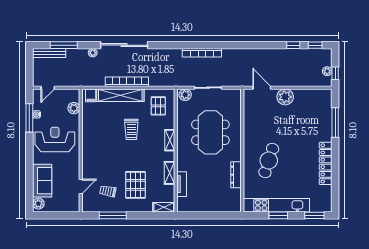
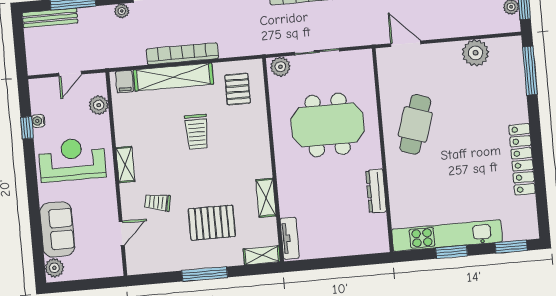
door: (48, 88) -> (70, 74), moved
plant: (285, 97) -> (476, 53), moved
window: (29, 118) -> (27, 128), width x0.46
window: (335, 123) -> (530, 71), moved
meeting table: (210, 132) -> (328, 125), turned 90
shelving: (170, 140) -> (125, 165), moved
cafe table: (269, 160) -> (415, 124), moved
tv unit: (182, 184) -> (290, 238), moved
pallet: (136, 185) -> (212, 223), turned 90
trolley: (108, 191) -> (158, 202), moved
window: (113, 215) -> (205, 274), moved

